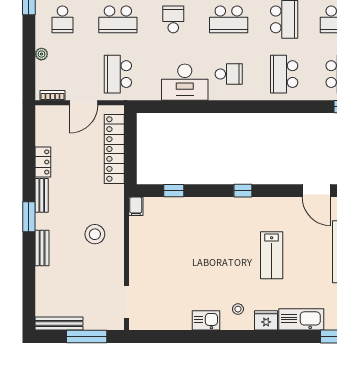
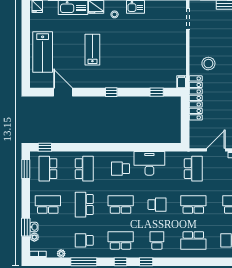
school desk: (173, 19) -> (157, 205), turned -90
locker: (114, 149) -> (196, 98), moved

